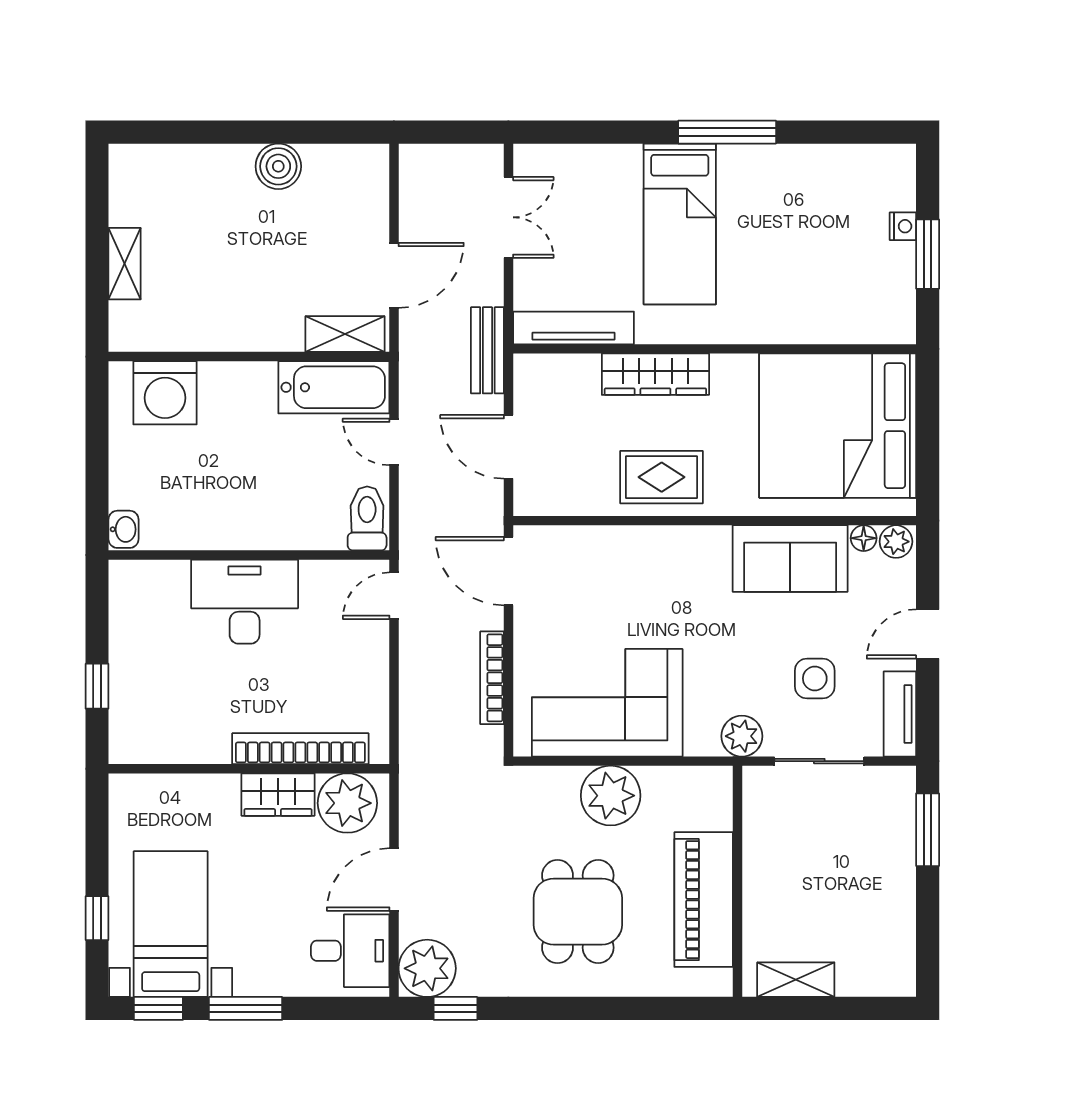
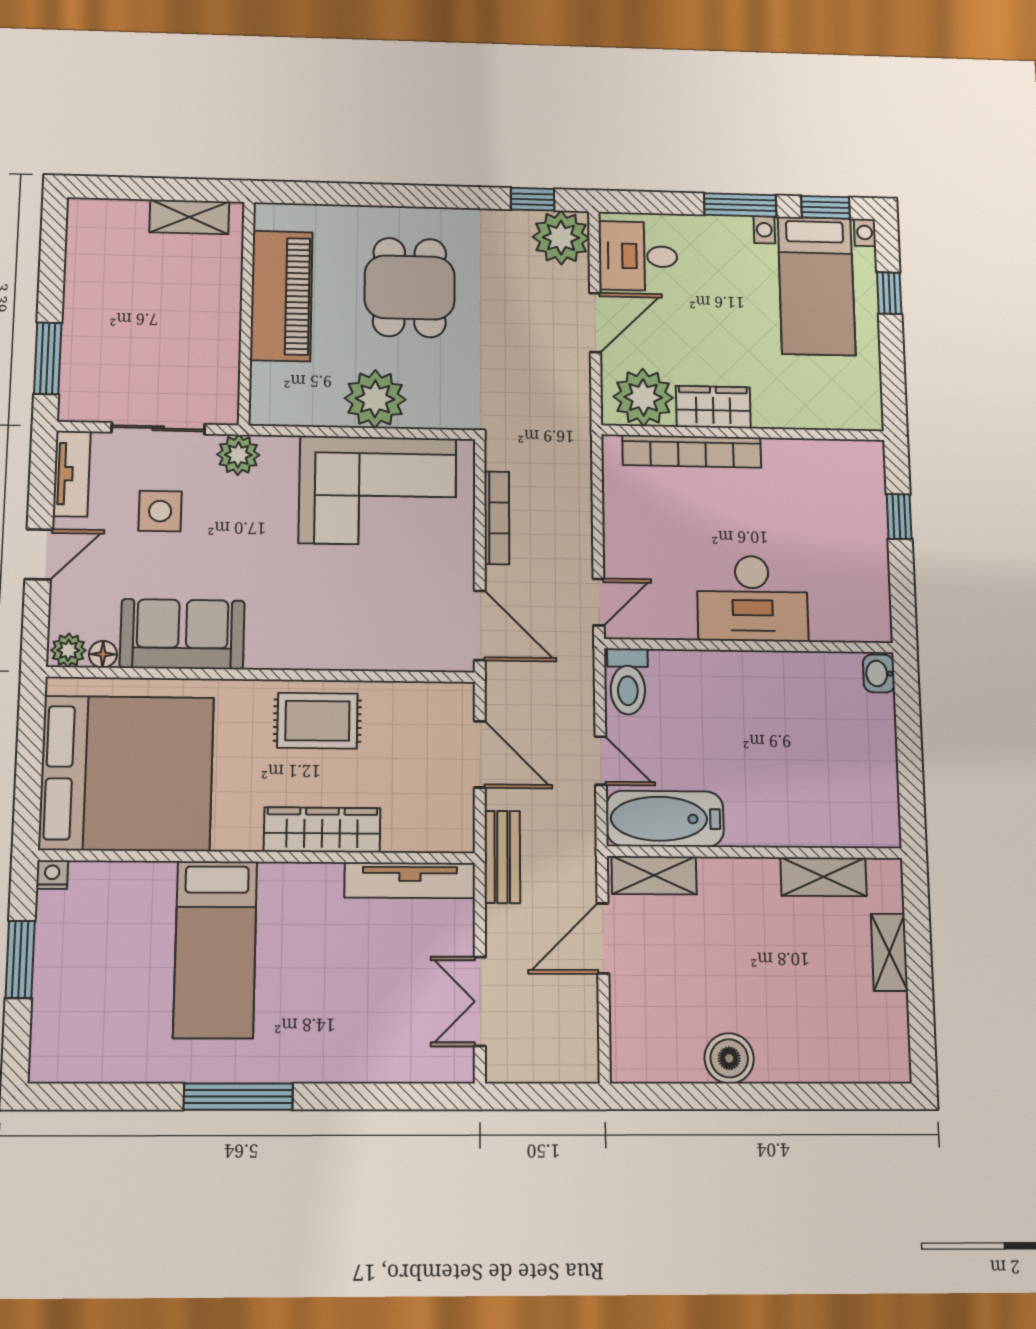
bed: (680, 224) -> (215, 949), moved, turned 180
nightstand: (903, 226) -> (52, 875), moved, turned 90
shelving: (184, 334) -> (823, 877), added
washing machine: (165, 393) -> (842, 814), removed

